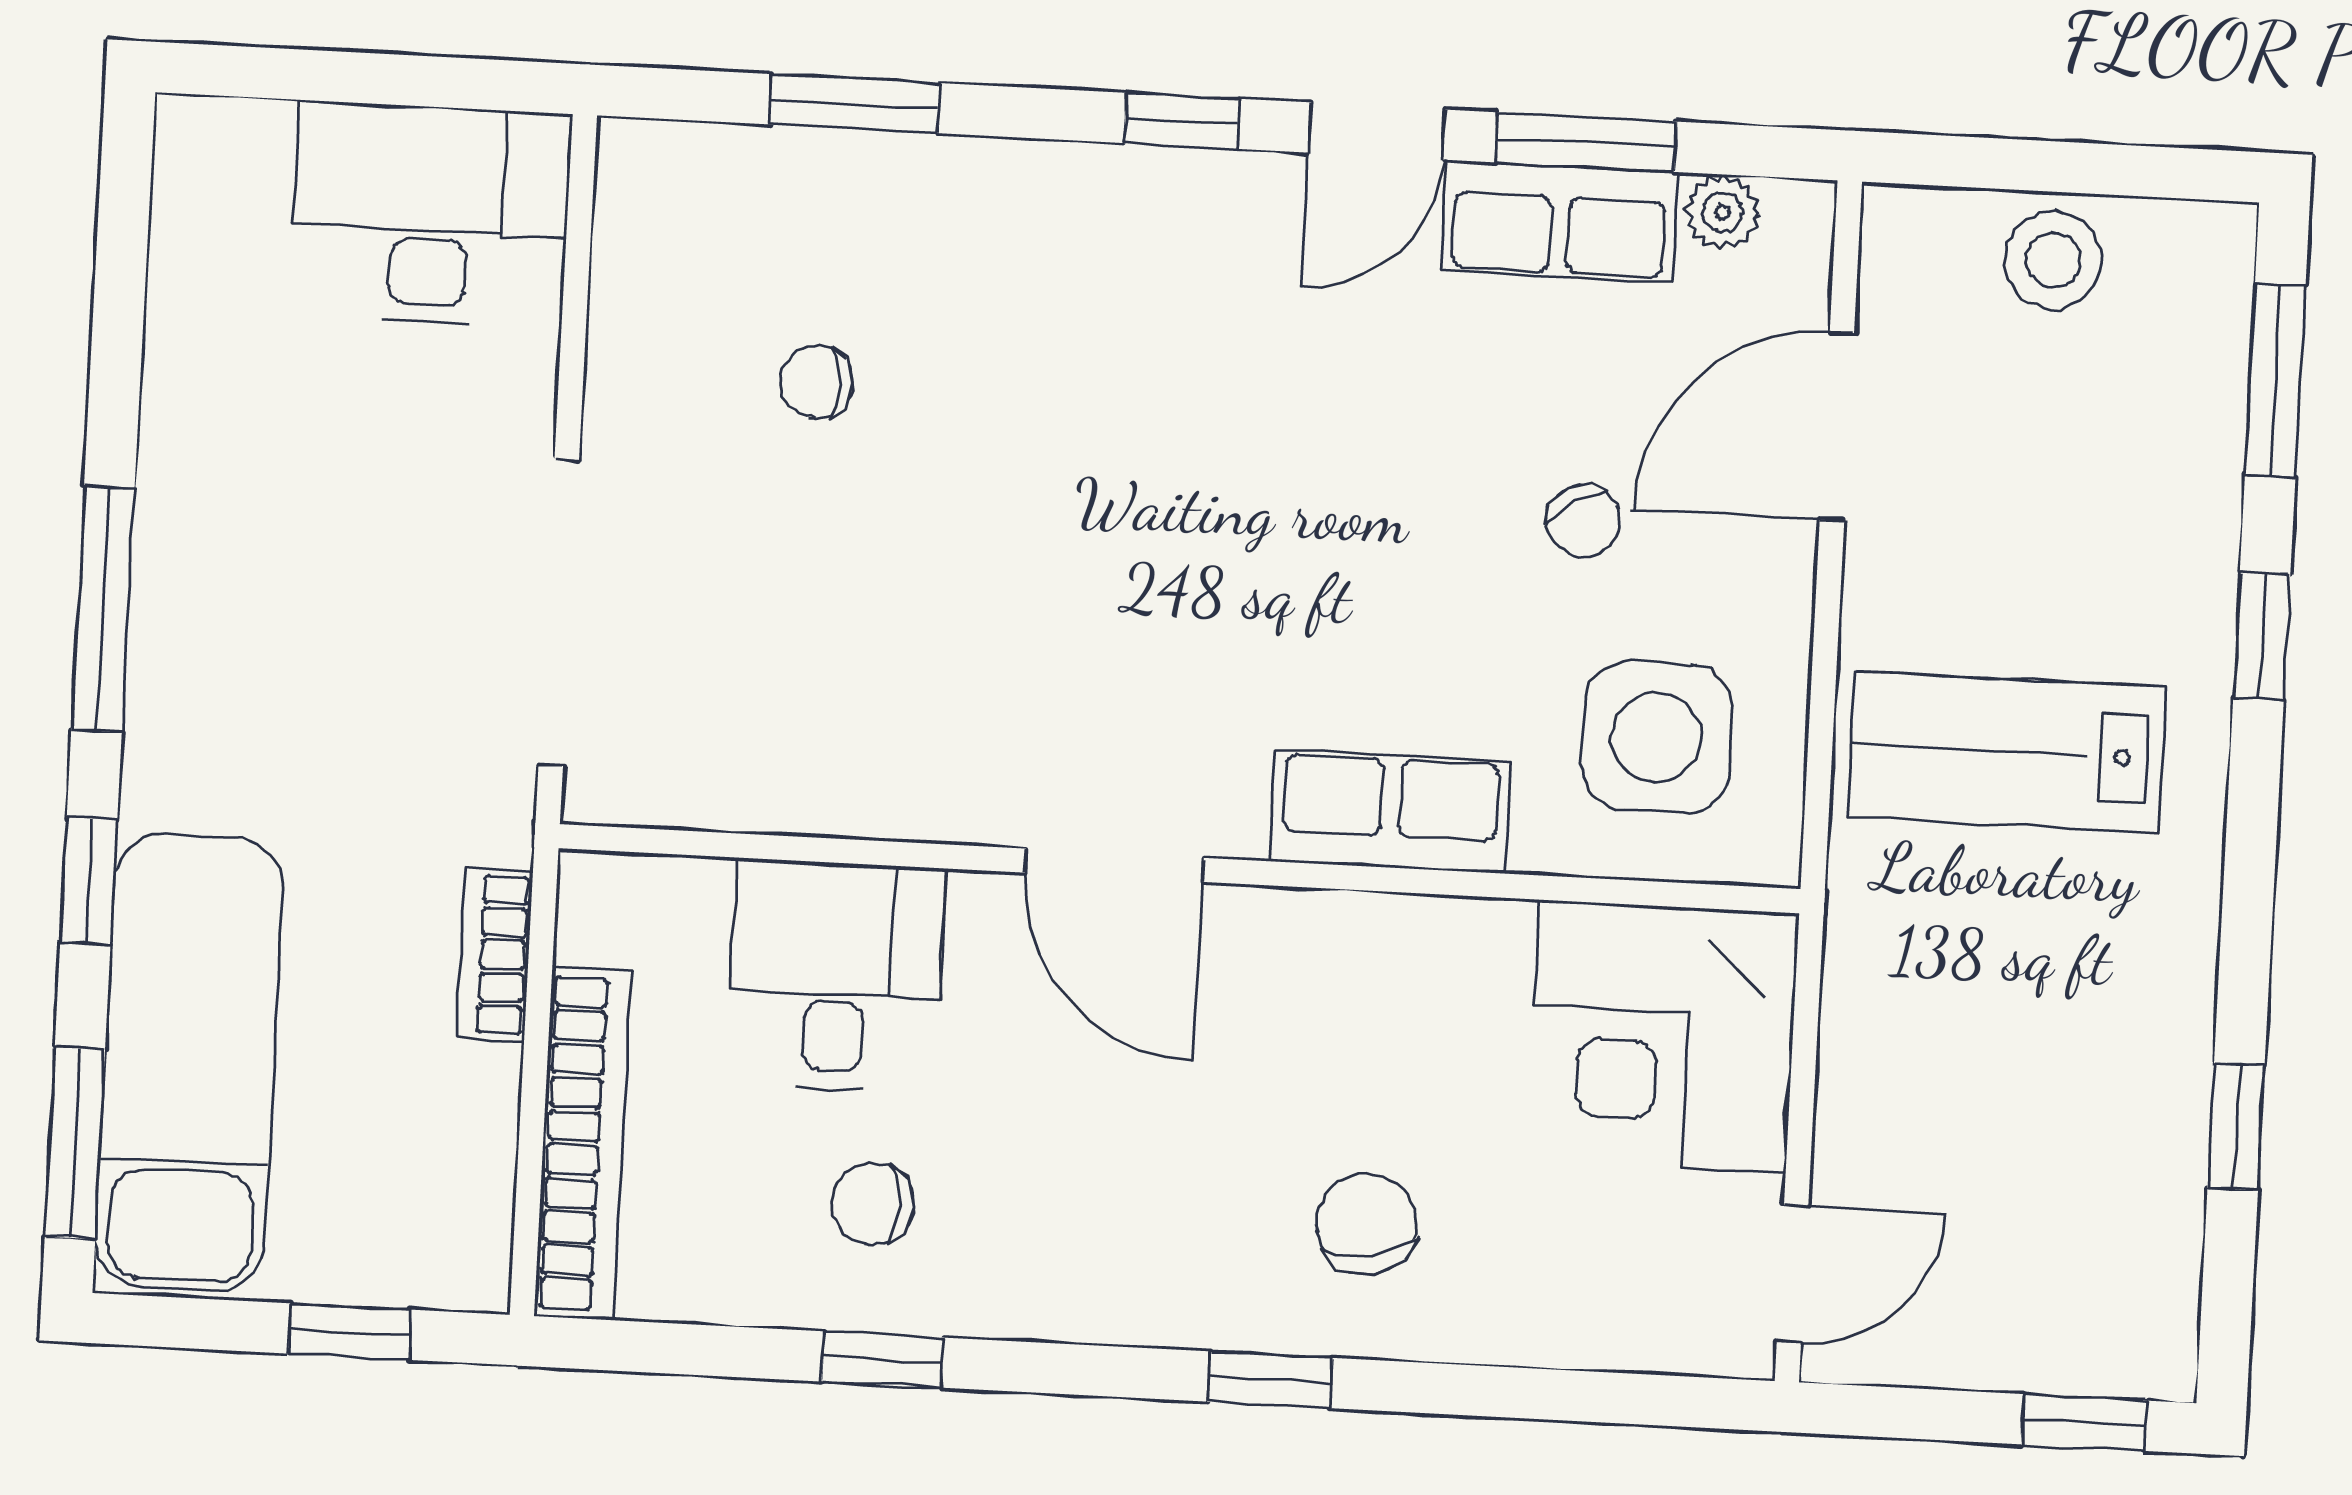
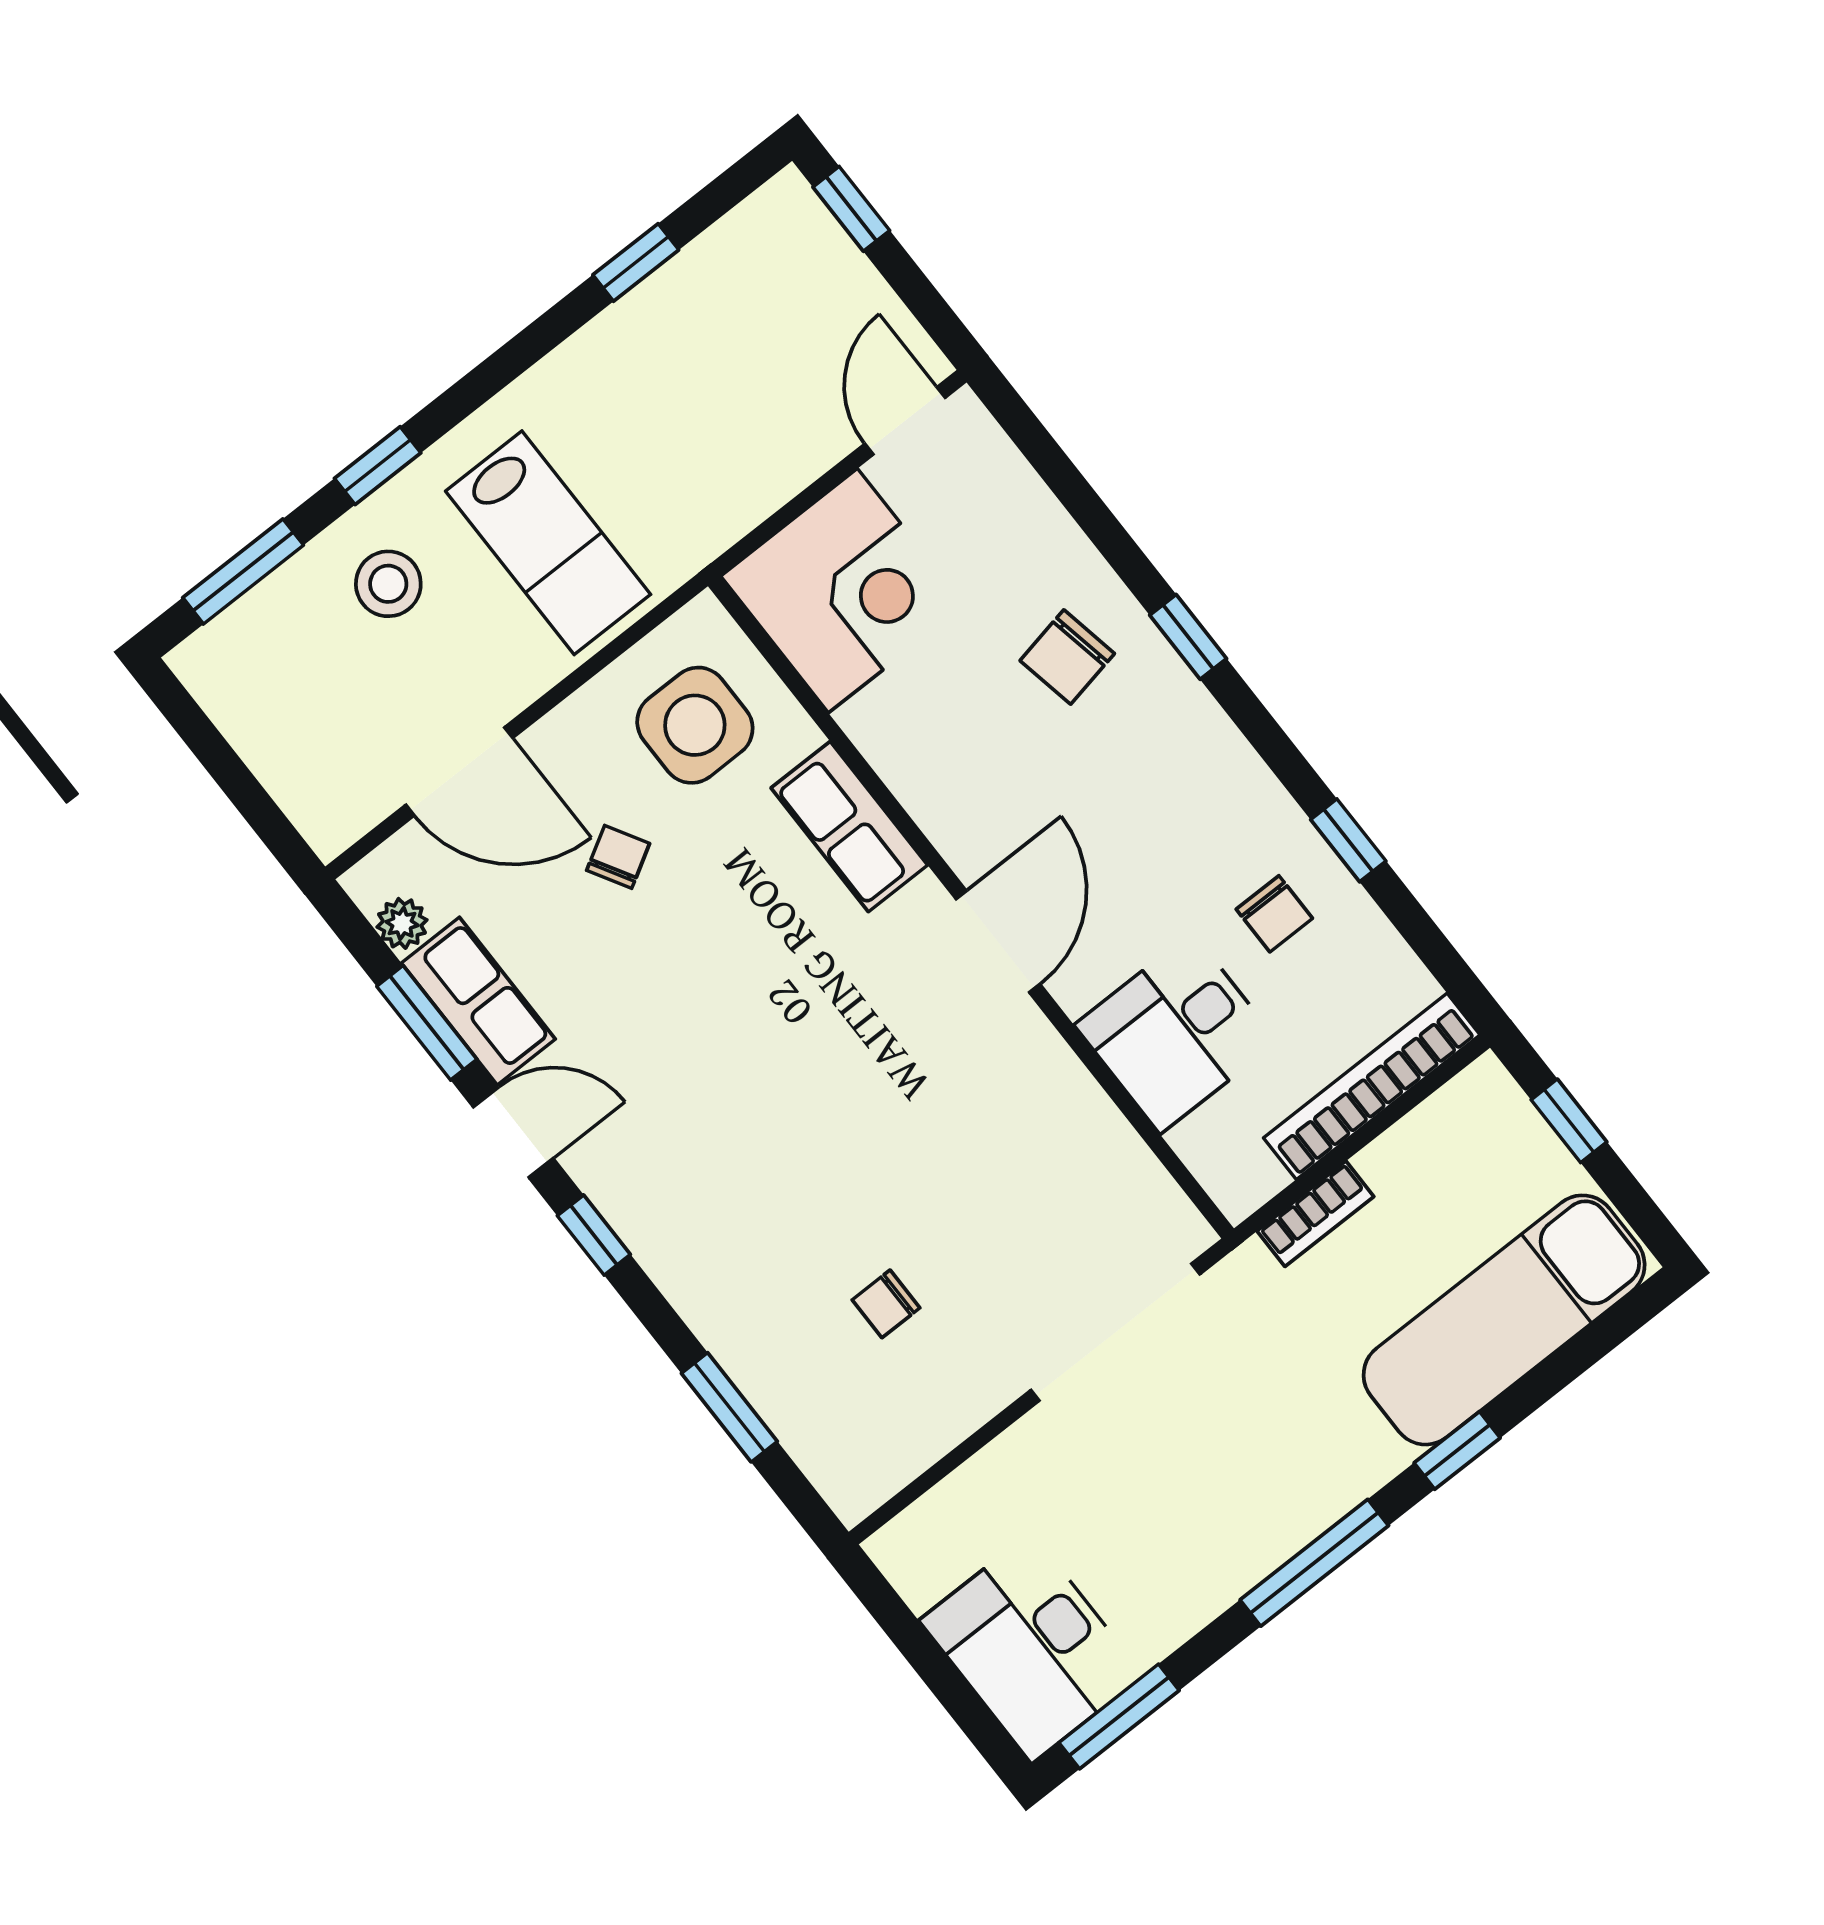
desk: (431, 214) -> (1031, 1648), moved
stool: (2053, 260) -> (388, 584), moved
chair: (817, 382) -> (886, 1304), turned 90
window: (75, 1143) -> (1119, 1716), moved
door: (1792, 1274) -> (905, 421), hinge flipped

